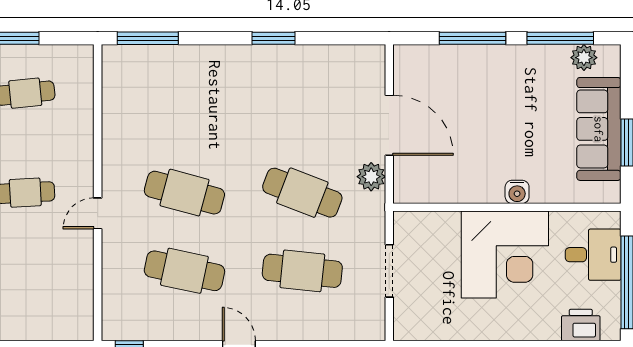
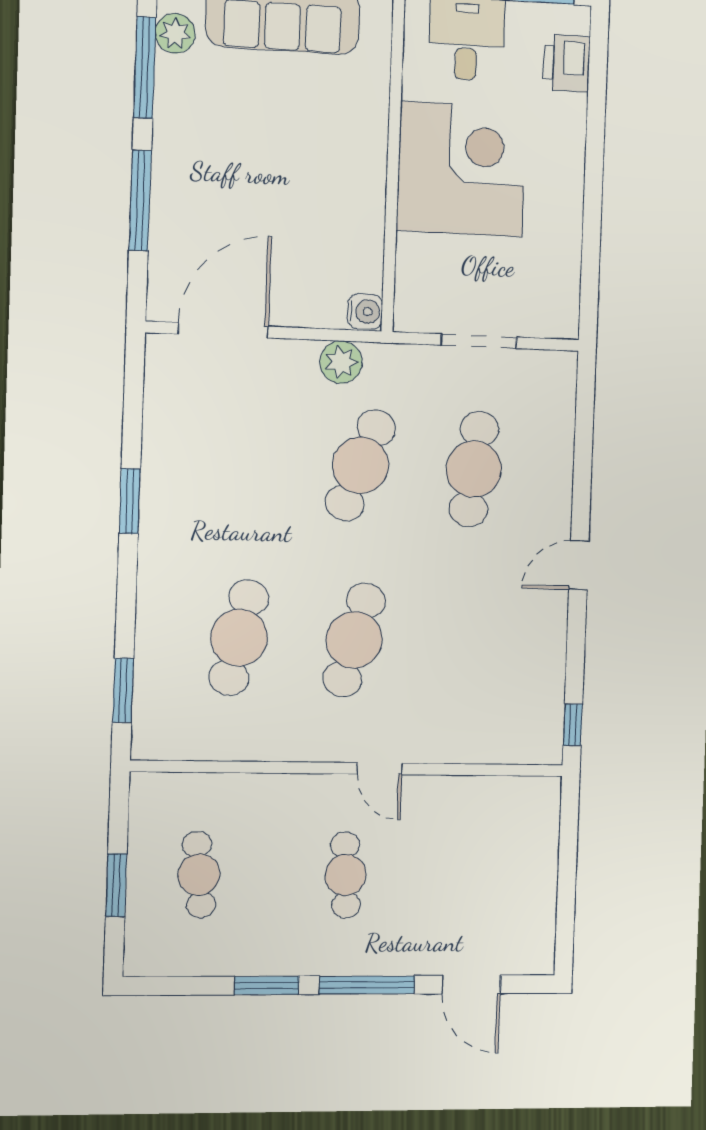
window: (148, 38) -> (123, 690), width x0.69
door: (389, 125) -> (223, 330), moved
water cooler: (517, 192) -> (365, 311), moved
cafe table: (184, 271) -> (239, 638), moved

